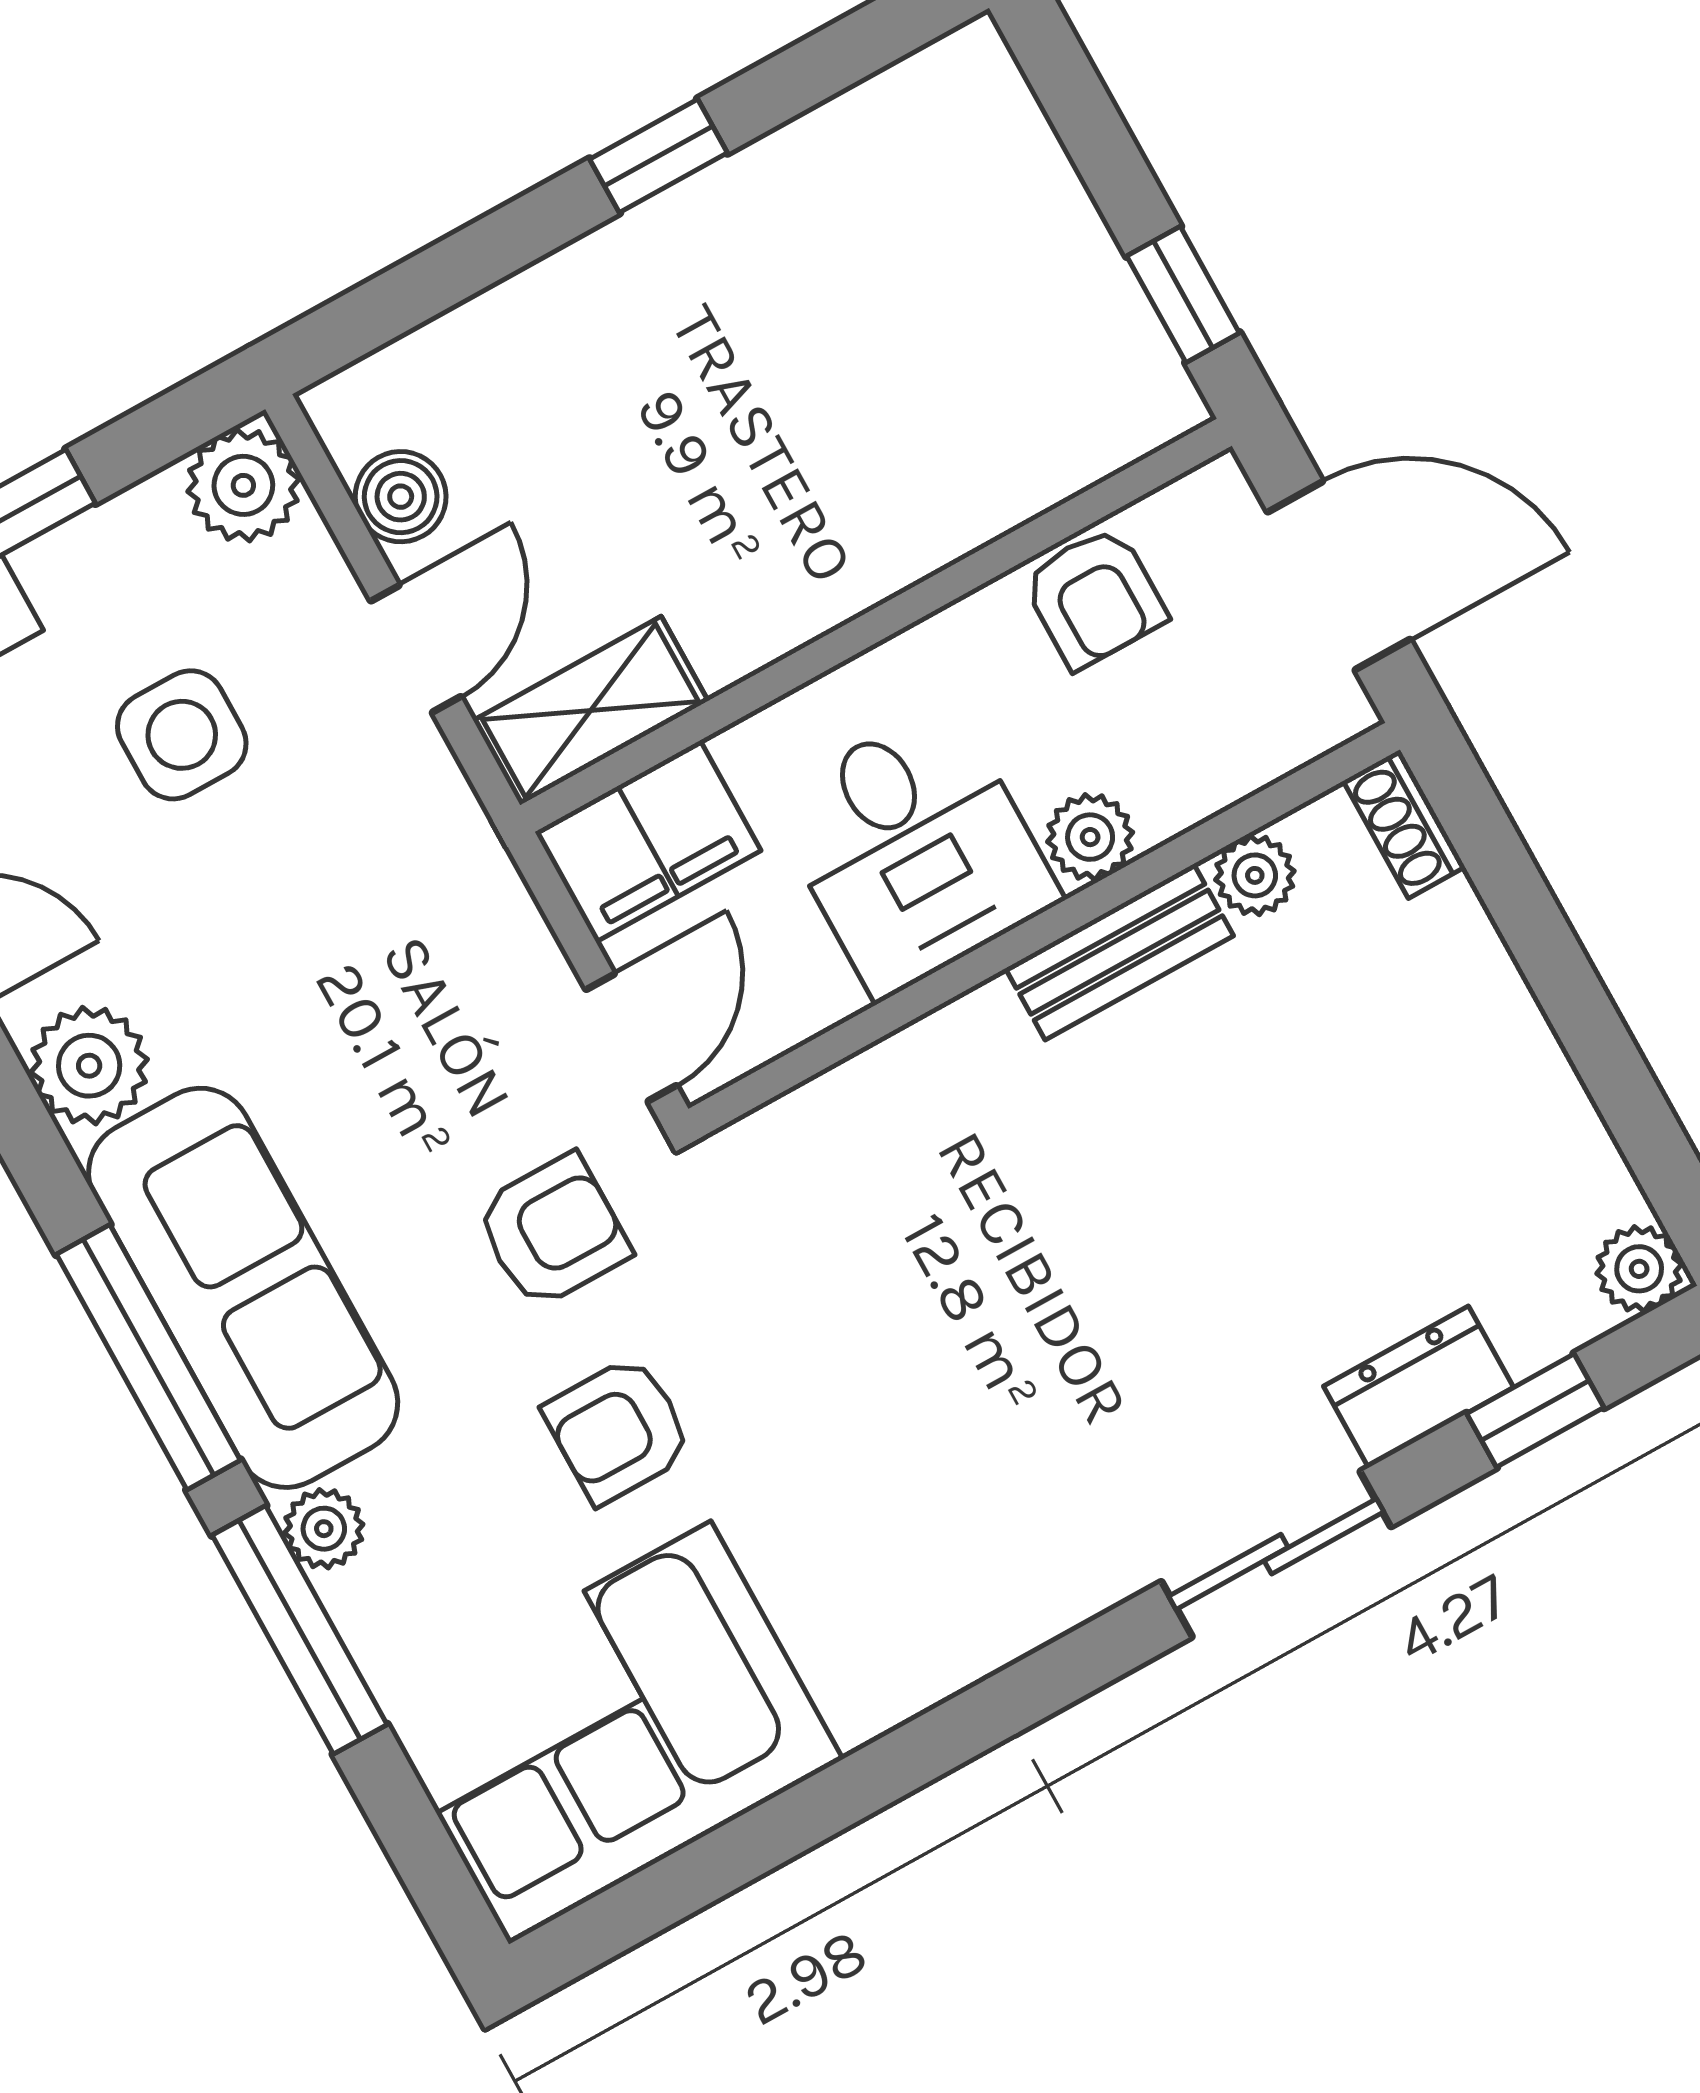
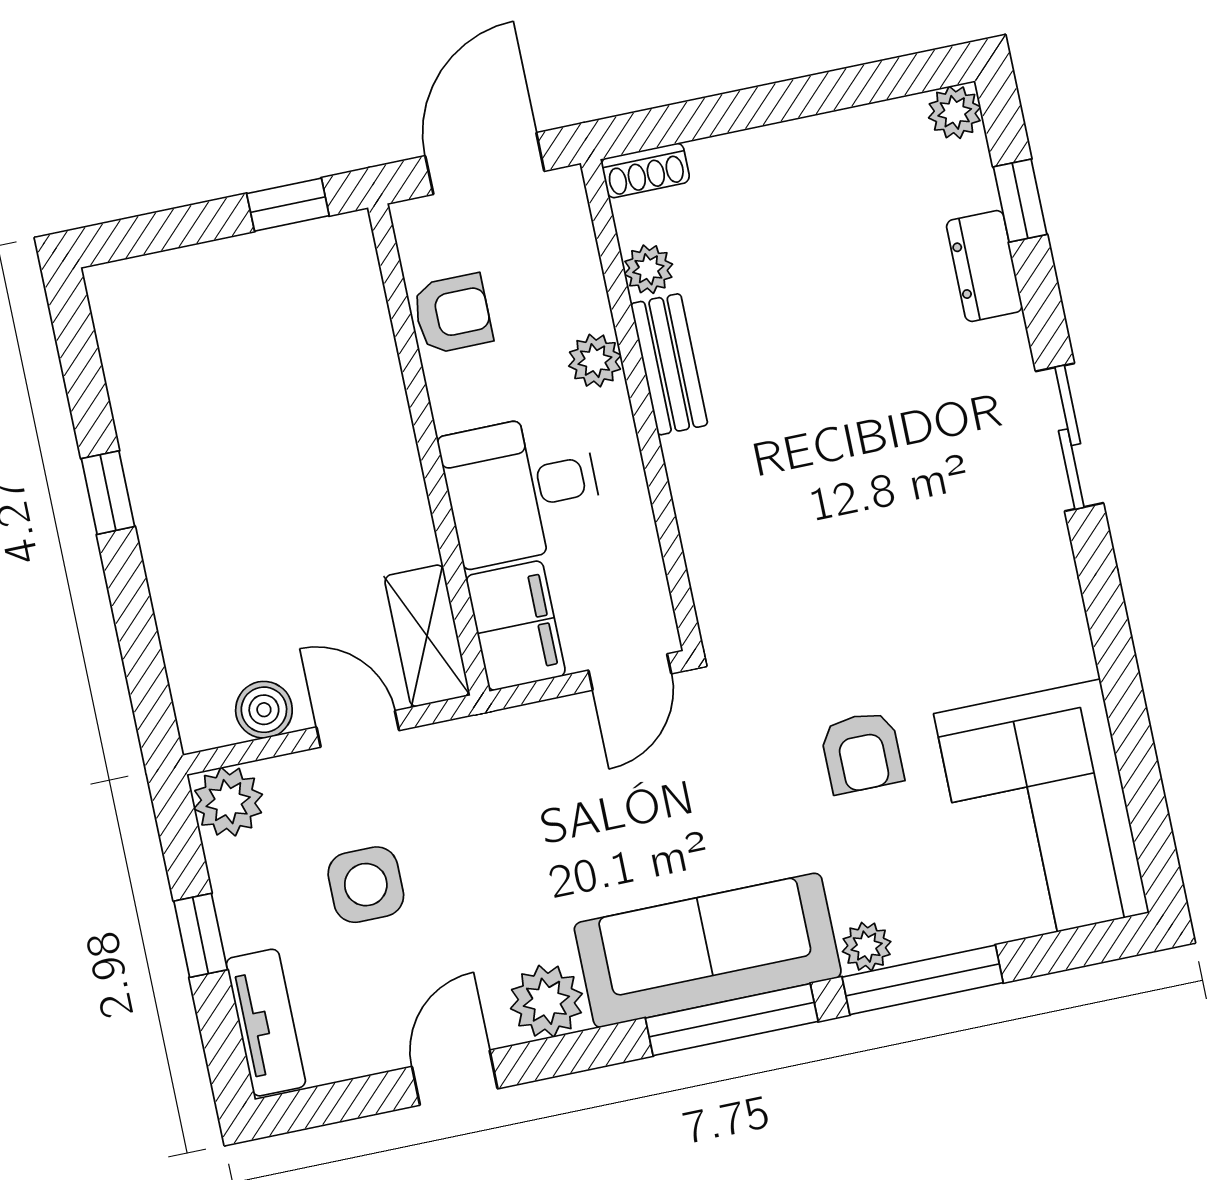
desk: (914, 850) -> (522, 489), moved, turned 180
door: (631, 1038) -> (630, 672), swing flipped
armchair: (553, 1231) -> (731, 755), removed
sliding door: (1276, 1554) -> (1070, 437), moved

